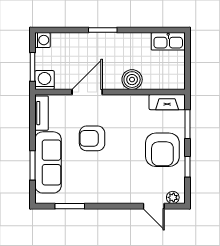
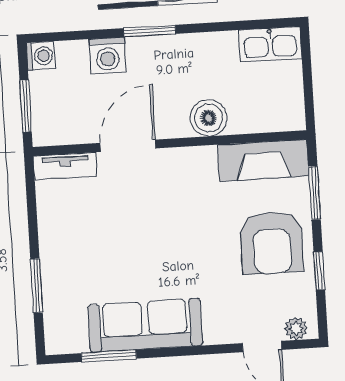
washing machine: (45, 80) -> (108, 55), moved, turned 180
fireplace: (167, 102) -> (263, 160), width x1.37, depth x1.32
tv unit: (42, 113) -> (65, 166), moved, turned 90
armchair: (92, 138) -> (142, 230), removed
sofa: (48, 162) -> (145, 325), moved, turned -90

